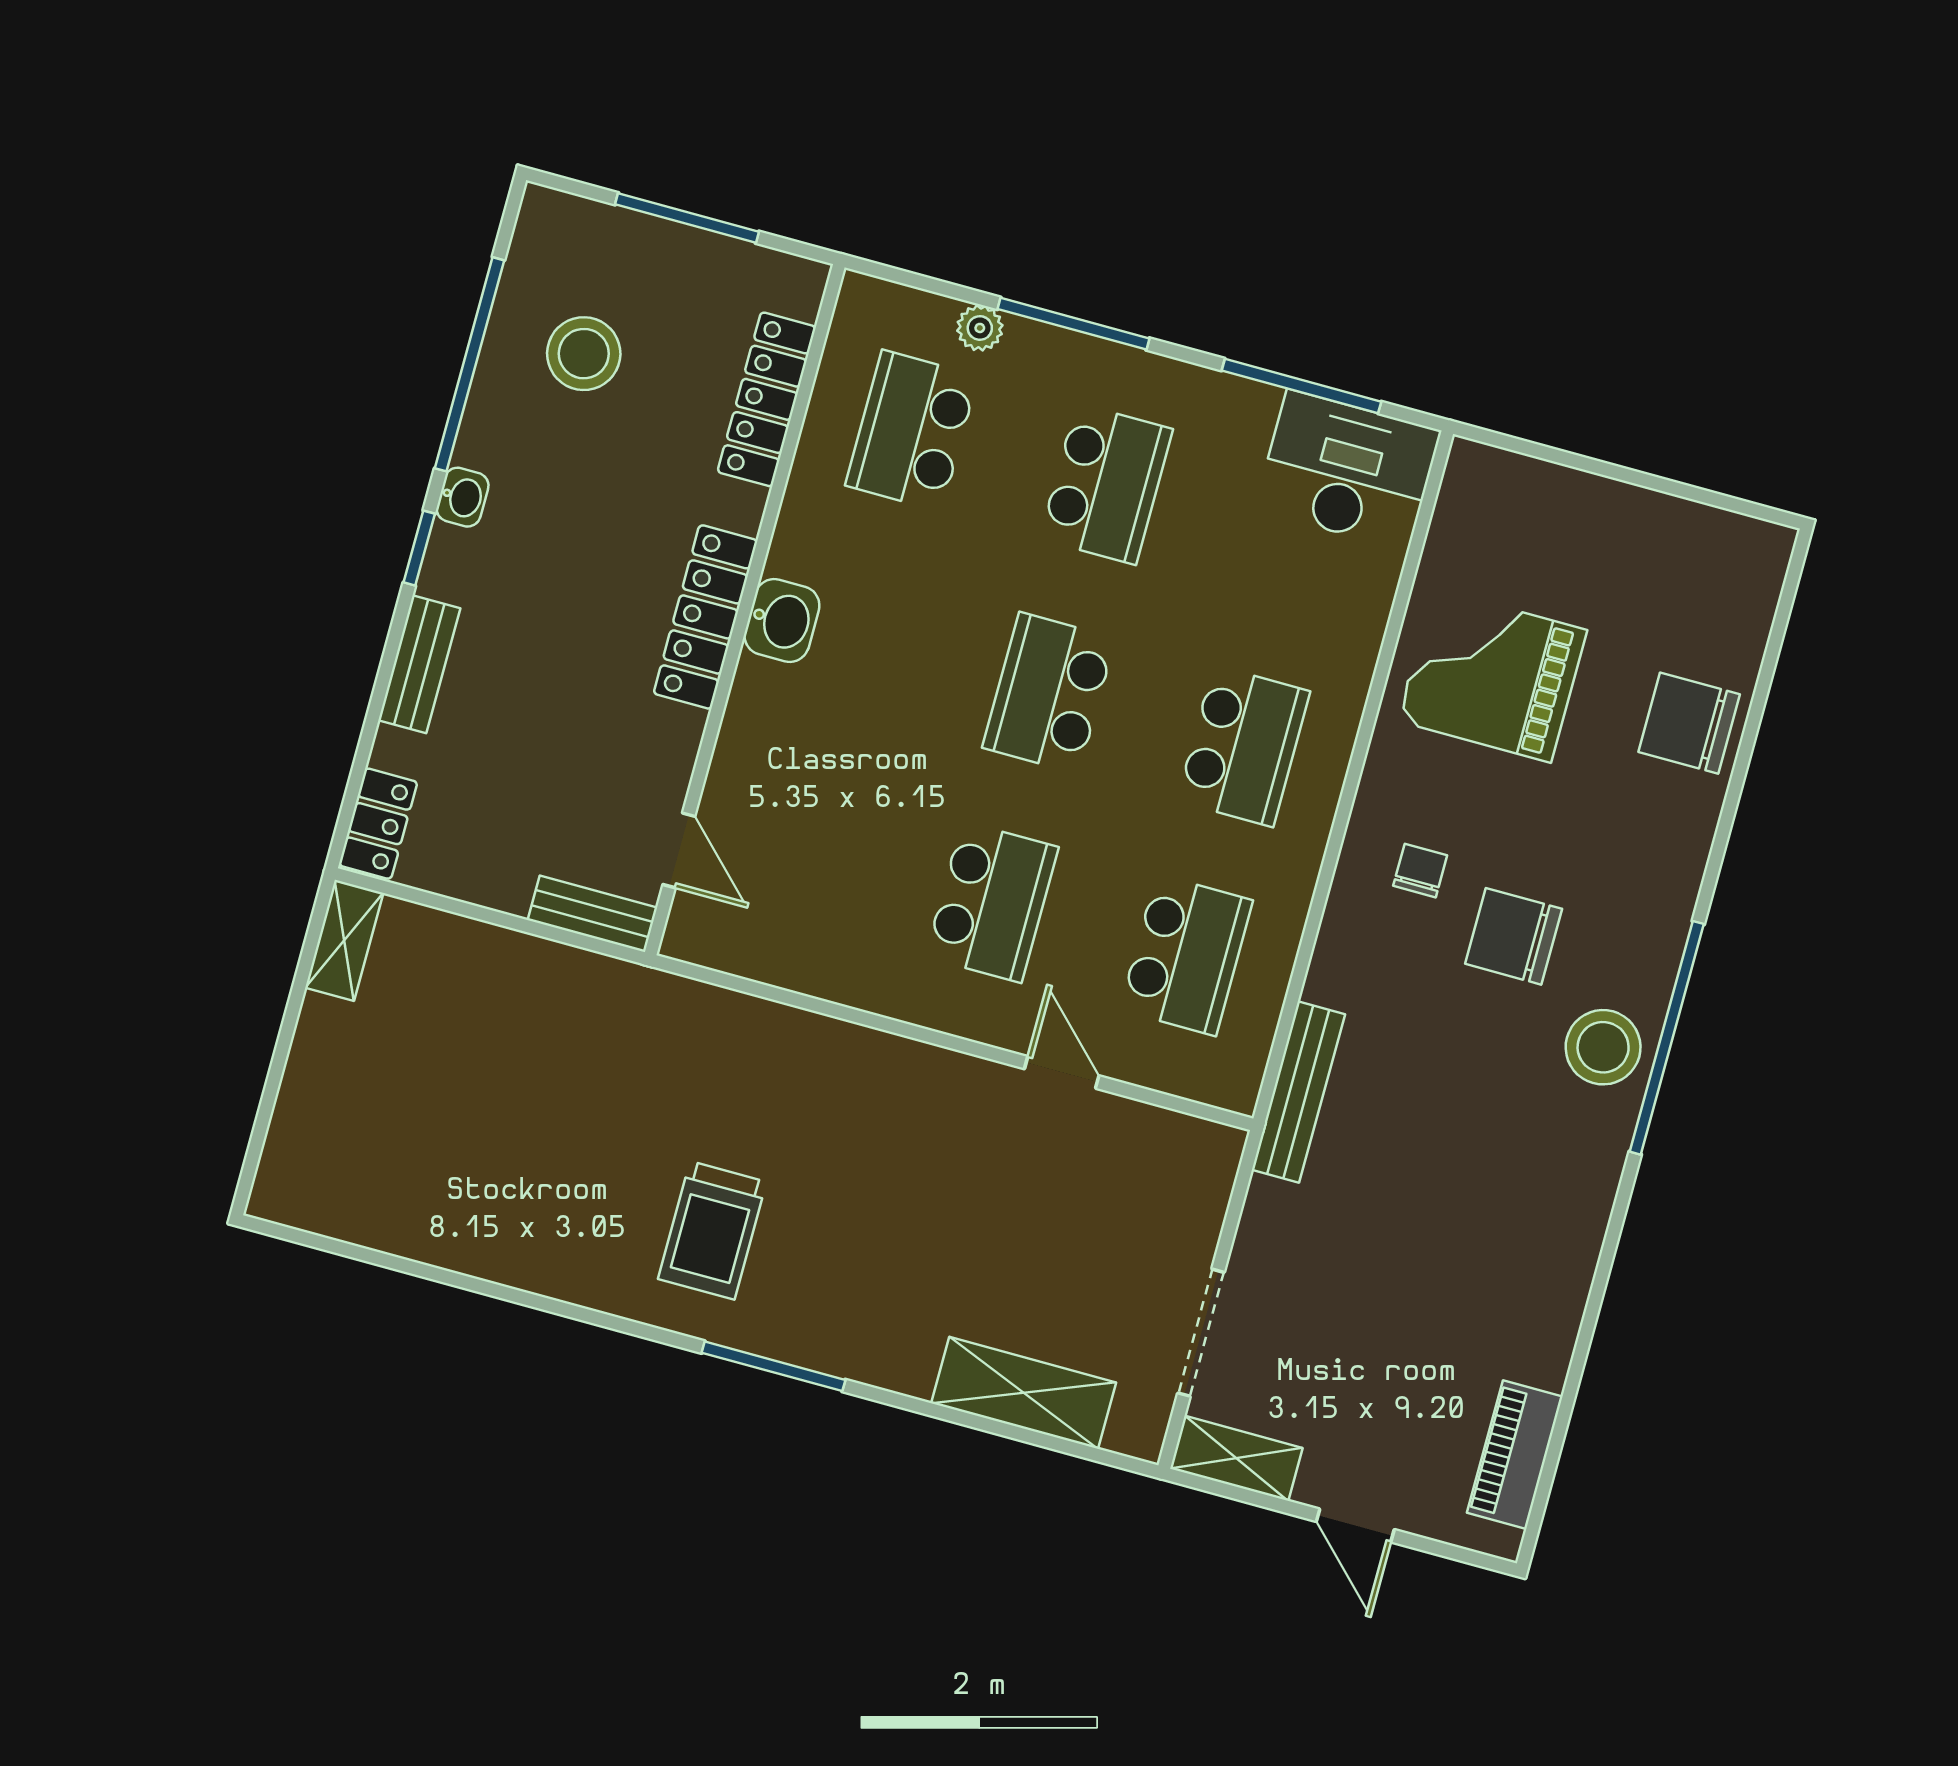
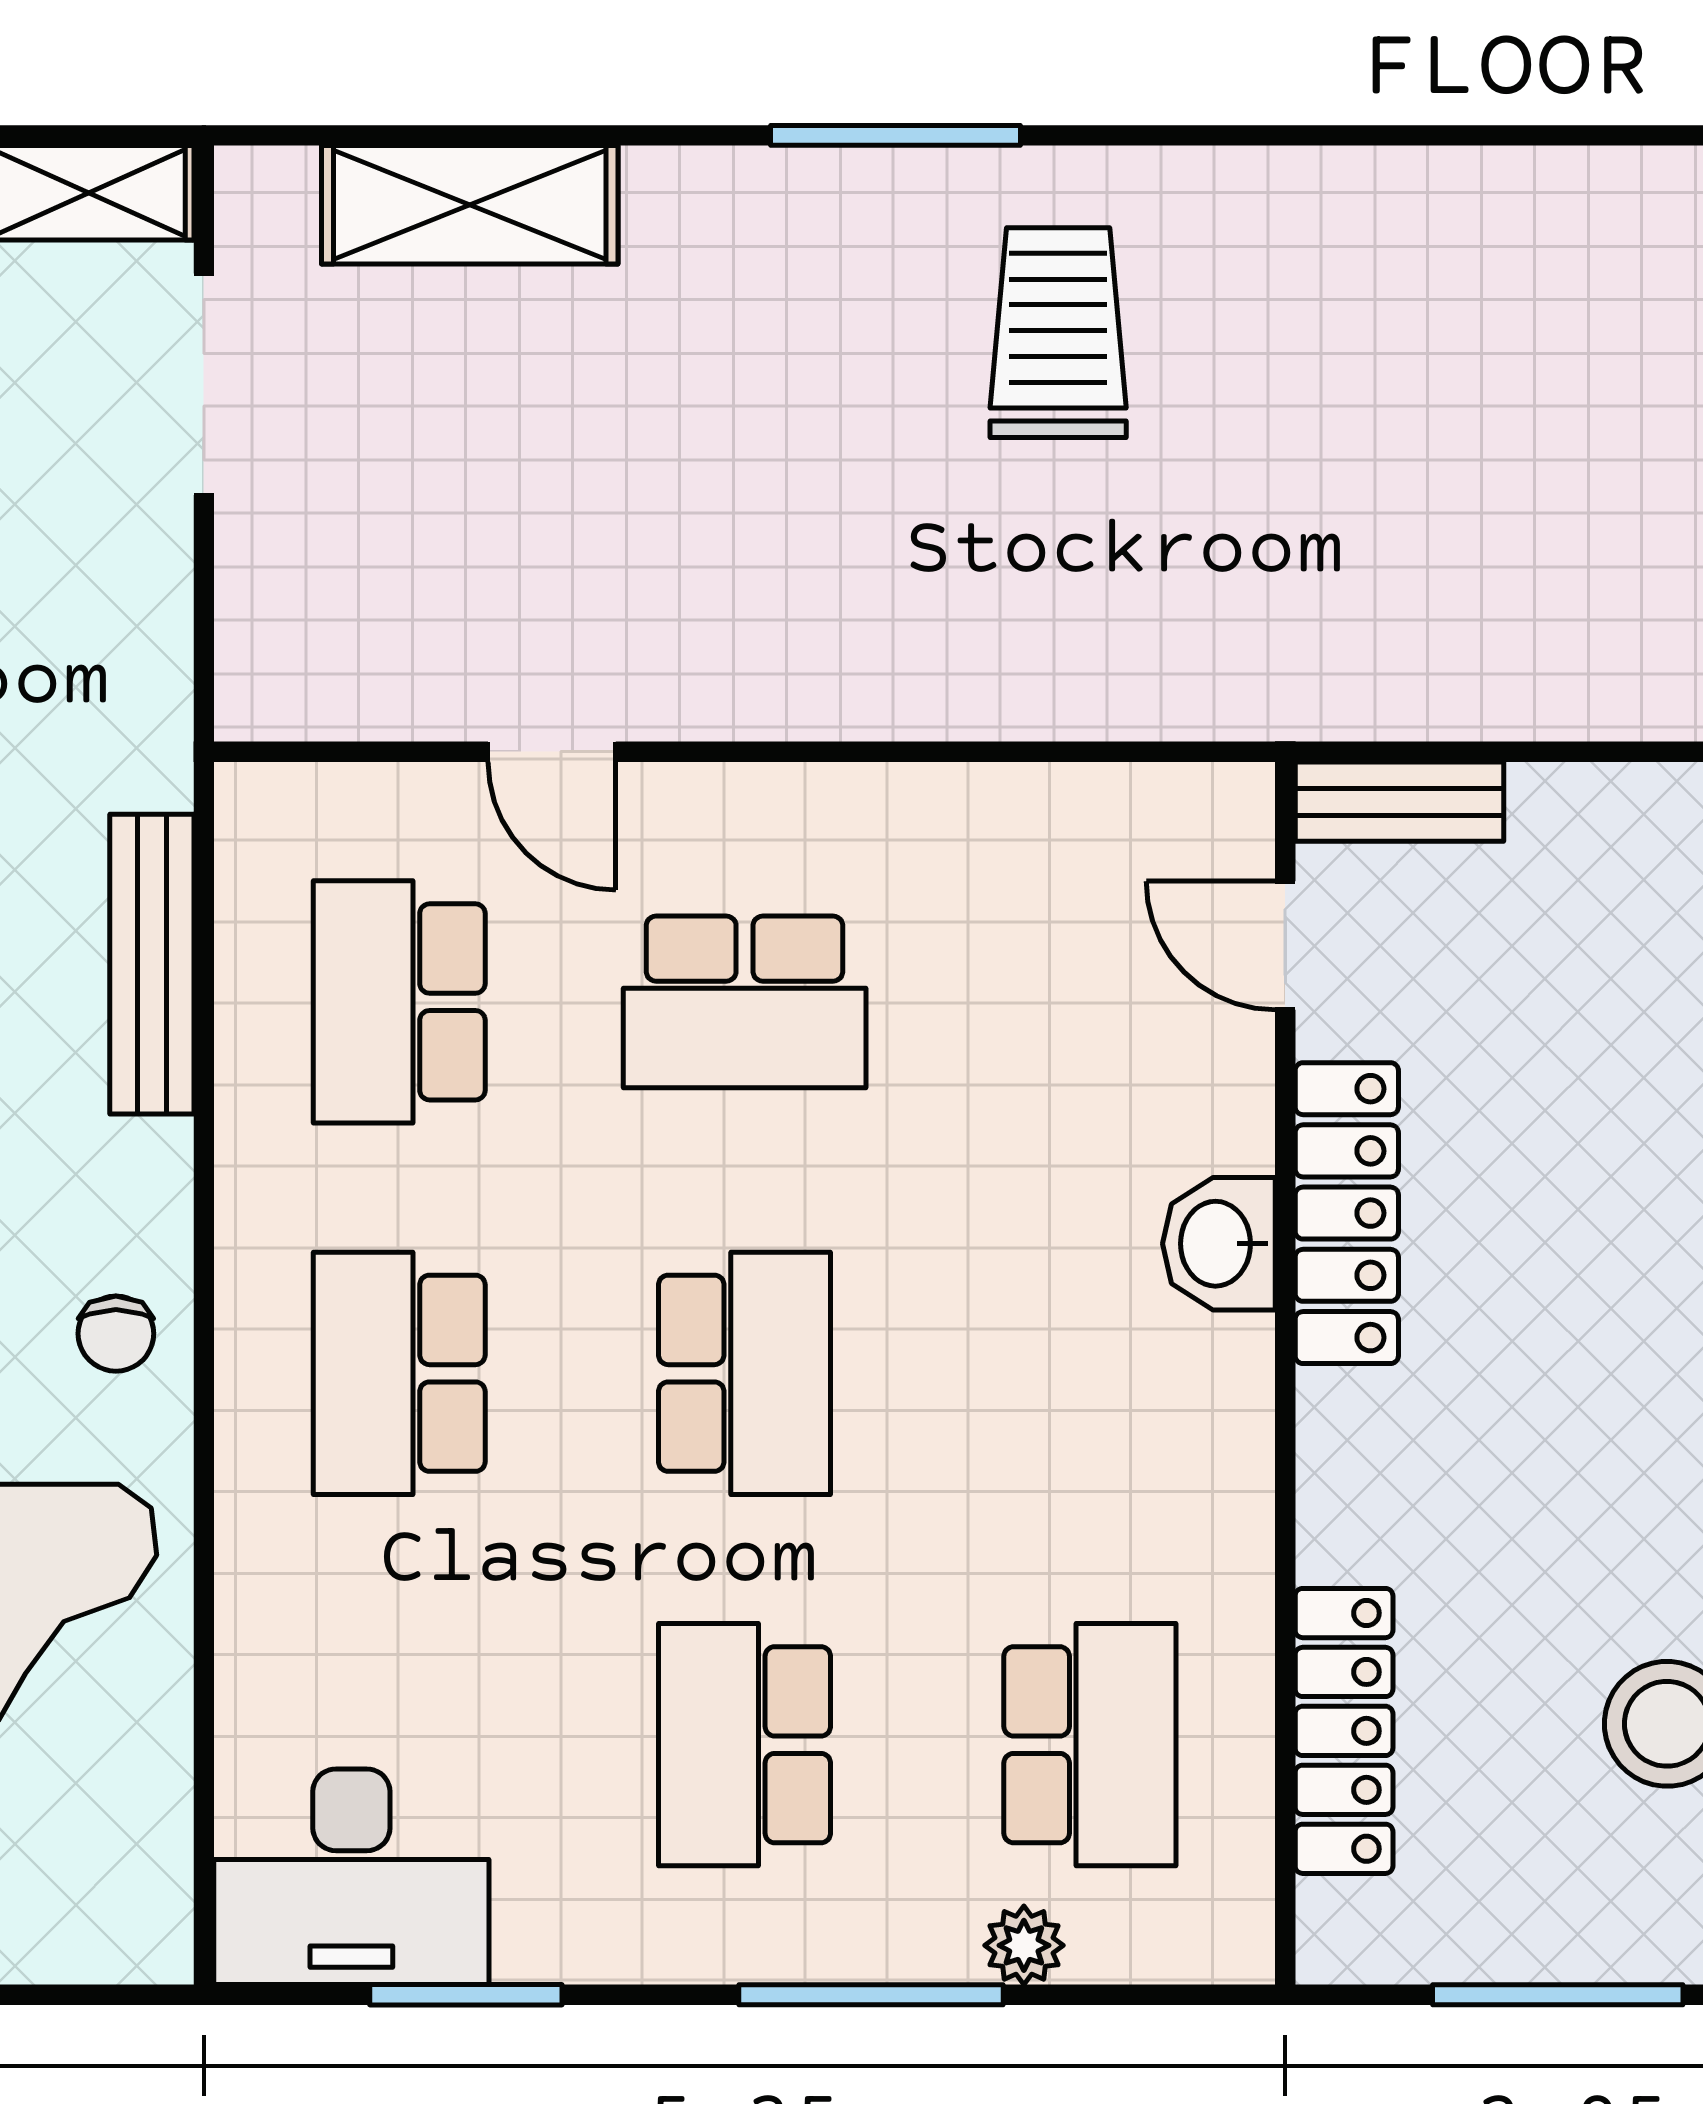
window: (1301, 386) -> (466, 1995), width x0.69
locker: (705, 617) -> (1347, 1213), moved
washbasin: (782, 620) -> (1219, 1244), moved
chair: (1420, 871) -> (116, 1334), moved
school desk: (992, 902) -> (745, 1002), turned -90
bench: (1298, 1092) -> (152, 964), moved

